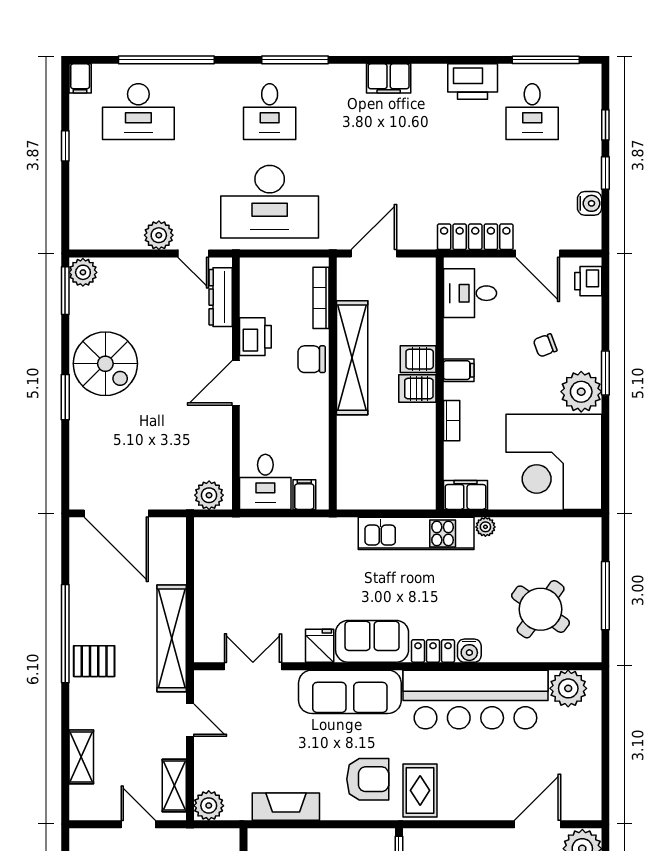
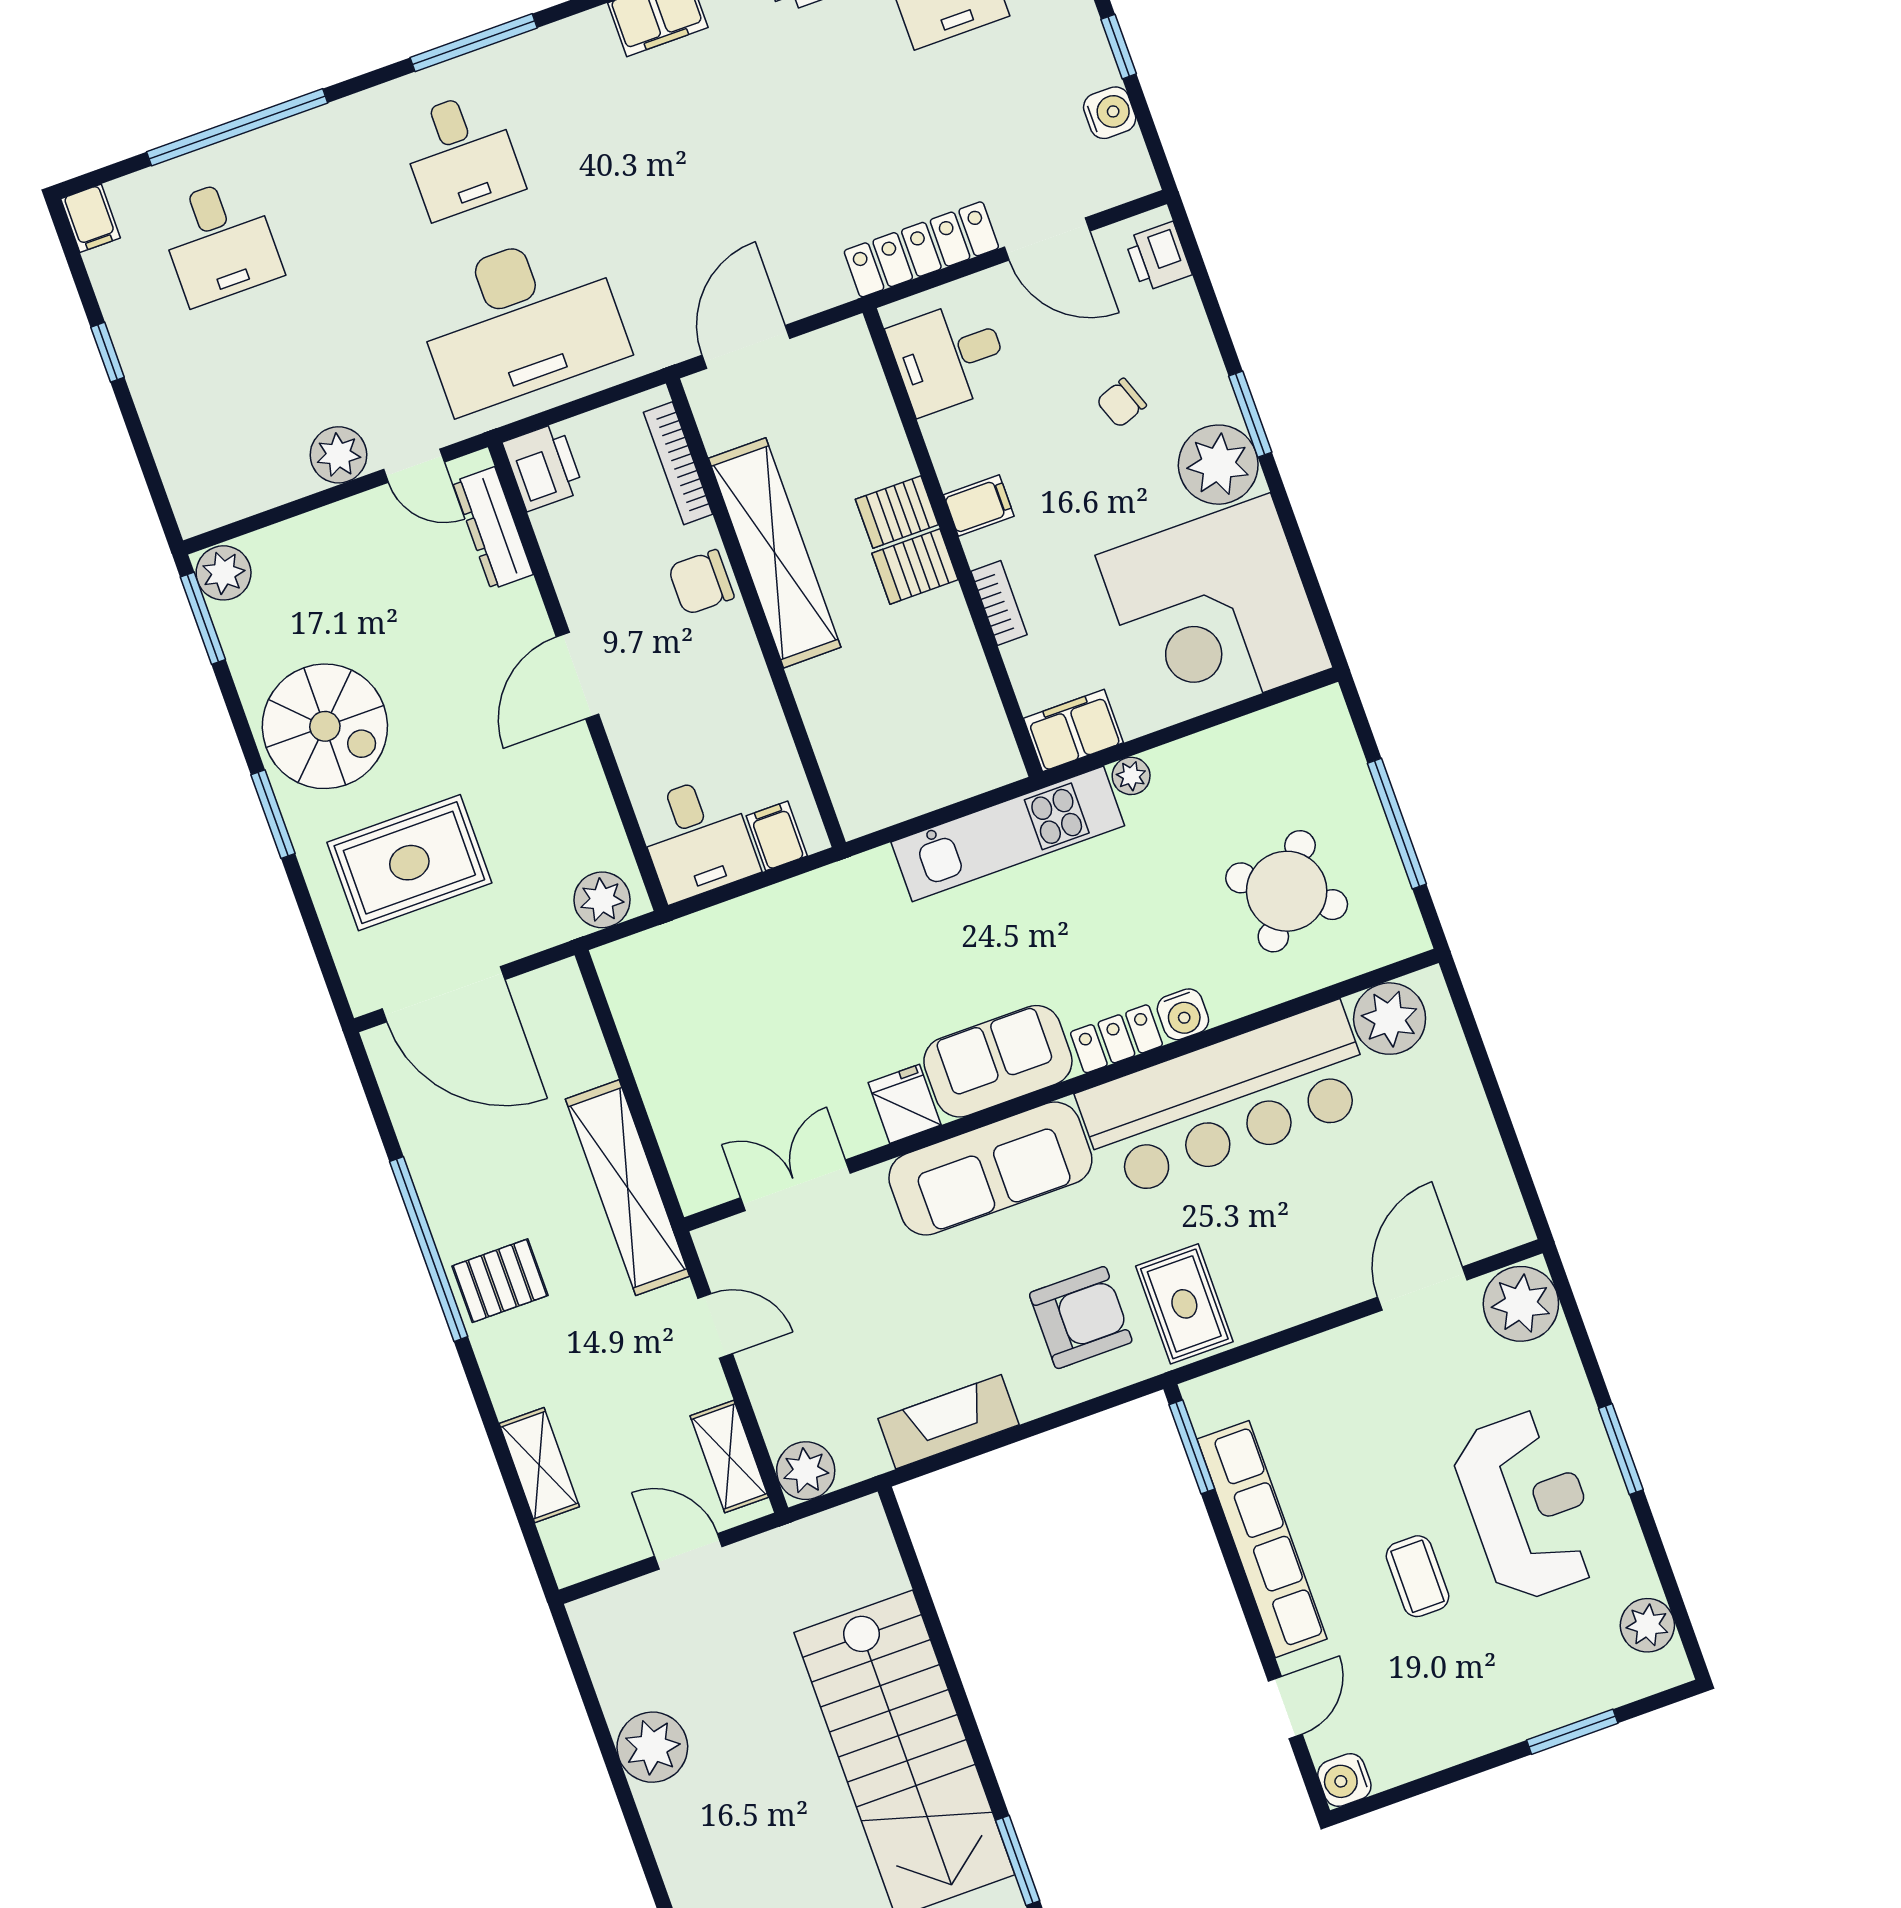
desk: (138, 112) -> (220, 241), width x0.73
printer: (255, 337) -> (543, 467), moved
rug: (123, 444) -> (409, 863), added

